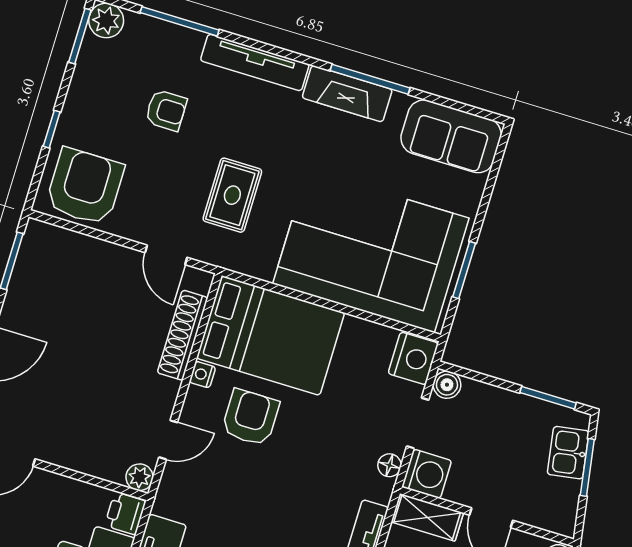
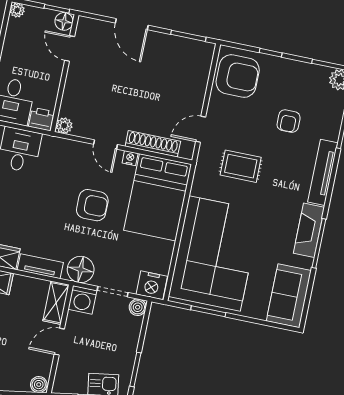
armchair: (250, 417) -> (92, 205), moved
door: (168, 440) -> (105, 144), moved
floor lamp: (389, 465) -> (81, 269), width x1.89, depth x1.89

